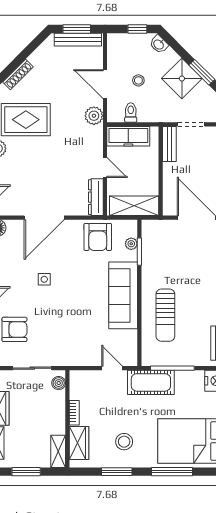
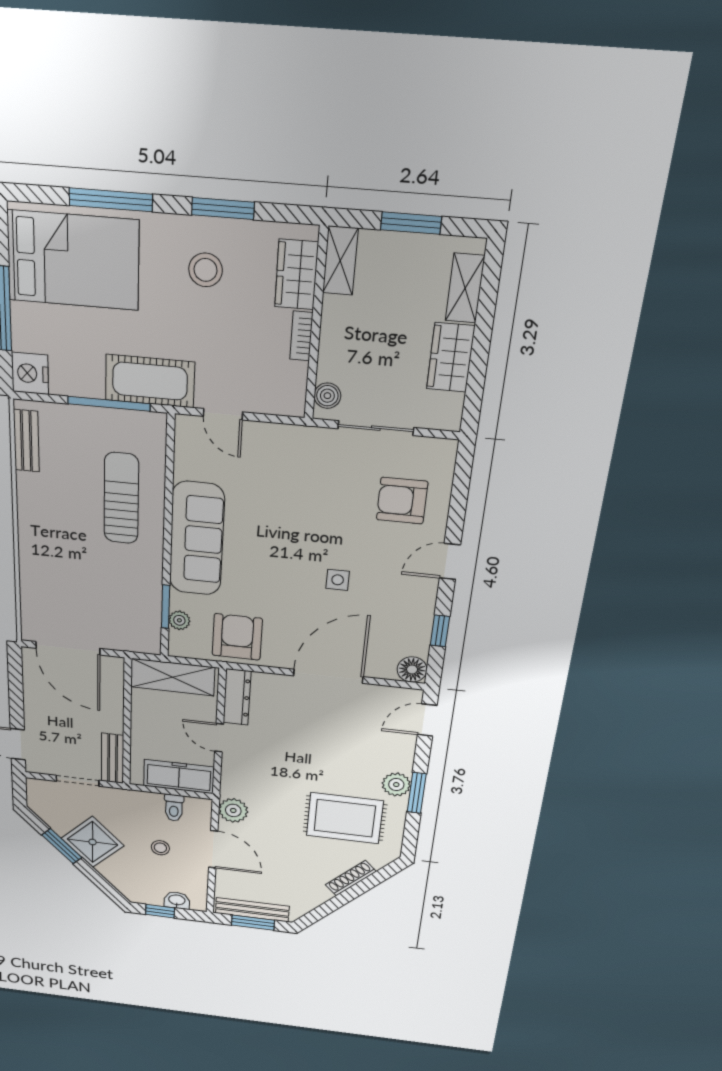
washbasin: (159, 44) -> (177, 900), moved, turned -45

